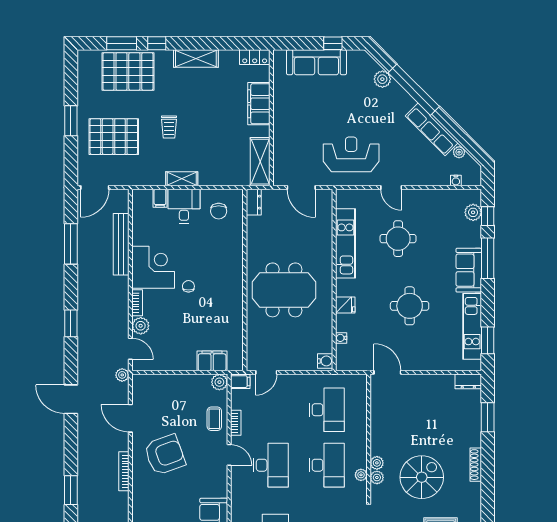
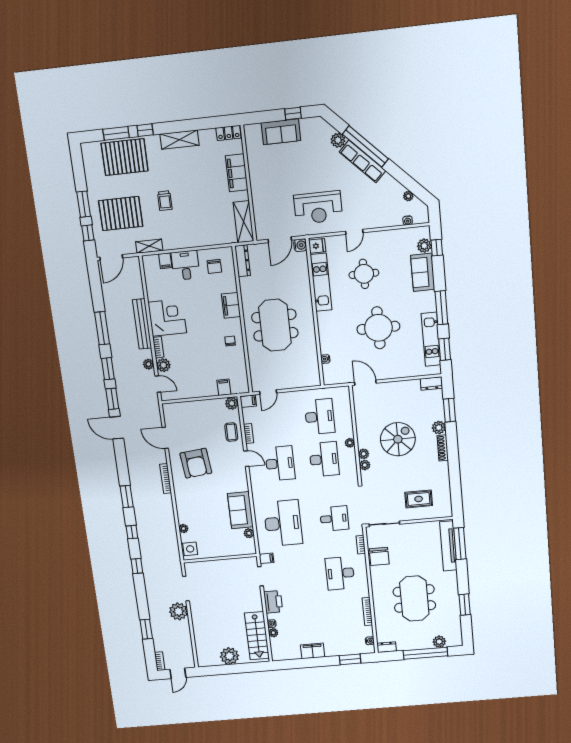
sofa: (316, 62) -> (281, 132), width x0.73
row of seats: (432, 129) -> (363, 161), moved
reception desk: (351, 154) -> (318, 208), turned 180
window: (71, 155) -> (88, 233), added
shelving: (182, 179) -> (149, 246), moved
door: (301, 187) -> (280, 240), hinge flipped
door: (391, 187) -> (354, 232), hinge flipped
dresser: (254, 202) -> (243, 261), width x1.44
window: (71, 244) -> (102, 328), moved
bench: (121, 244) -> (142, 324), moved
window: (488, 258) -> (441, 308), moved
filing cabinet: (233, 260) -> (231, 305), added
sofa: (469, 270) -> (423, 272), moved
chair: (188, 286) -> (230, 341), moved
meeting table: (284, 290) -> (275, 325), turned 90
fridge: (345, 305) -> (317, 246), moved
round table: (410, 306) -> (378, 328), width x1.36, depth x1.36
filing cabinet: (212, 361) -> (224, 387), width x0.50
water cooler: (325, 361) -> (300, 245), moved
window: (71, 362) -> (112, 399), added
plant: (122, 375) -> (148, 364), moved
plant: (473, 438) -> (439, 428), added
armchair: (165, 455) -> (196, 463), turned 104
plant: (361, 475) -> (350, 443), moved
spiral stairs: (422, 477) -> (398, 439), moved

